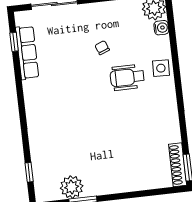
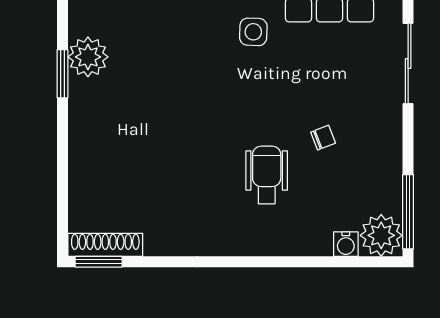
side table: (161, 68) -> (253, 32), moved

